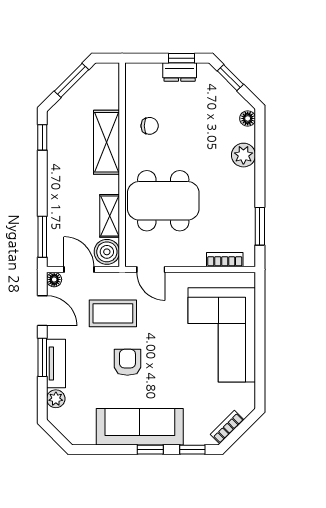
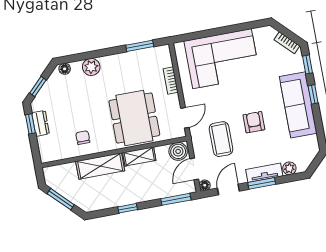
window: (42, 137) -> (128, 208), moved
shelving: (110, 216) -> (139, 156), moved
bookcase: (225, 260) -> (171, 81), moved
armchair: (127, 362) -> (254, 122), turned 90

